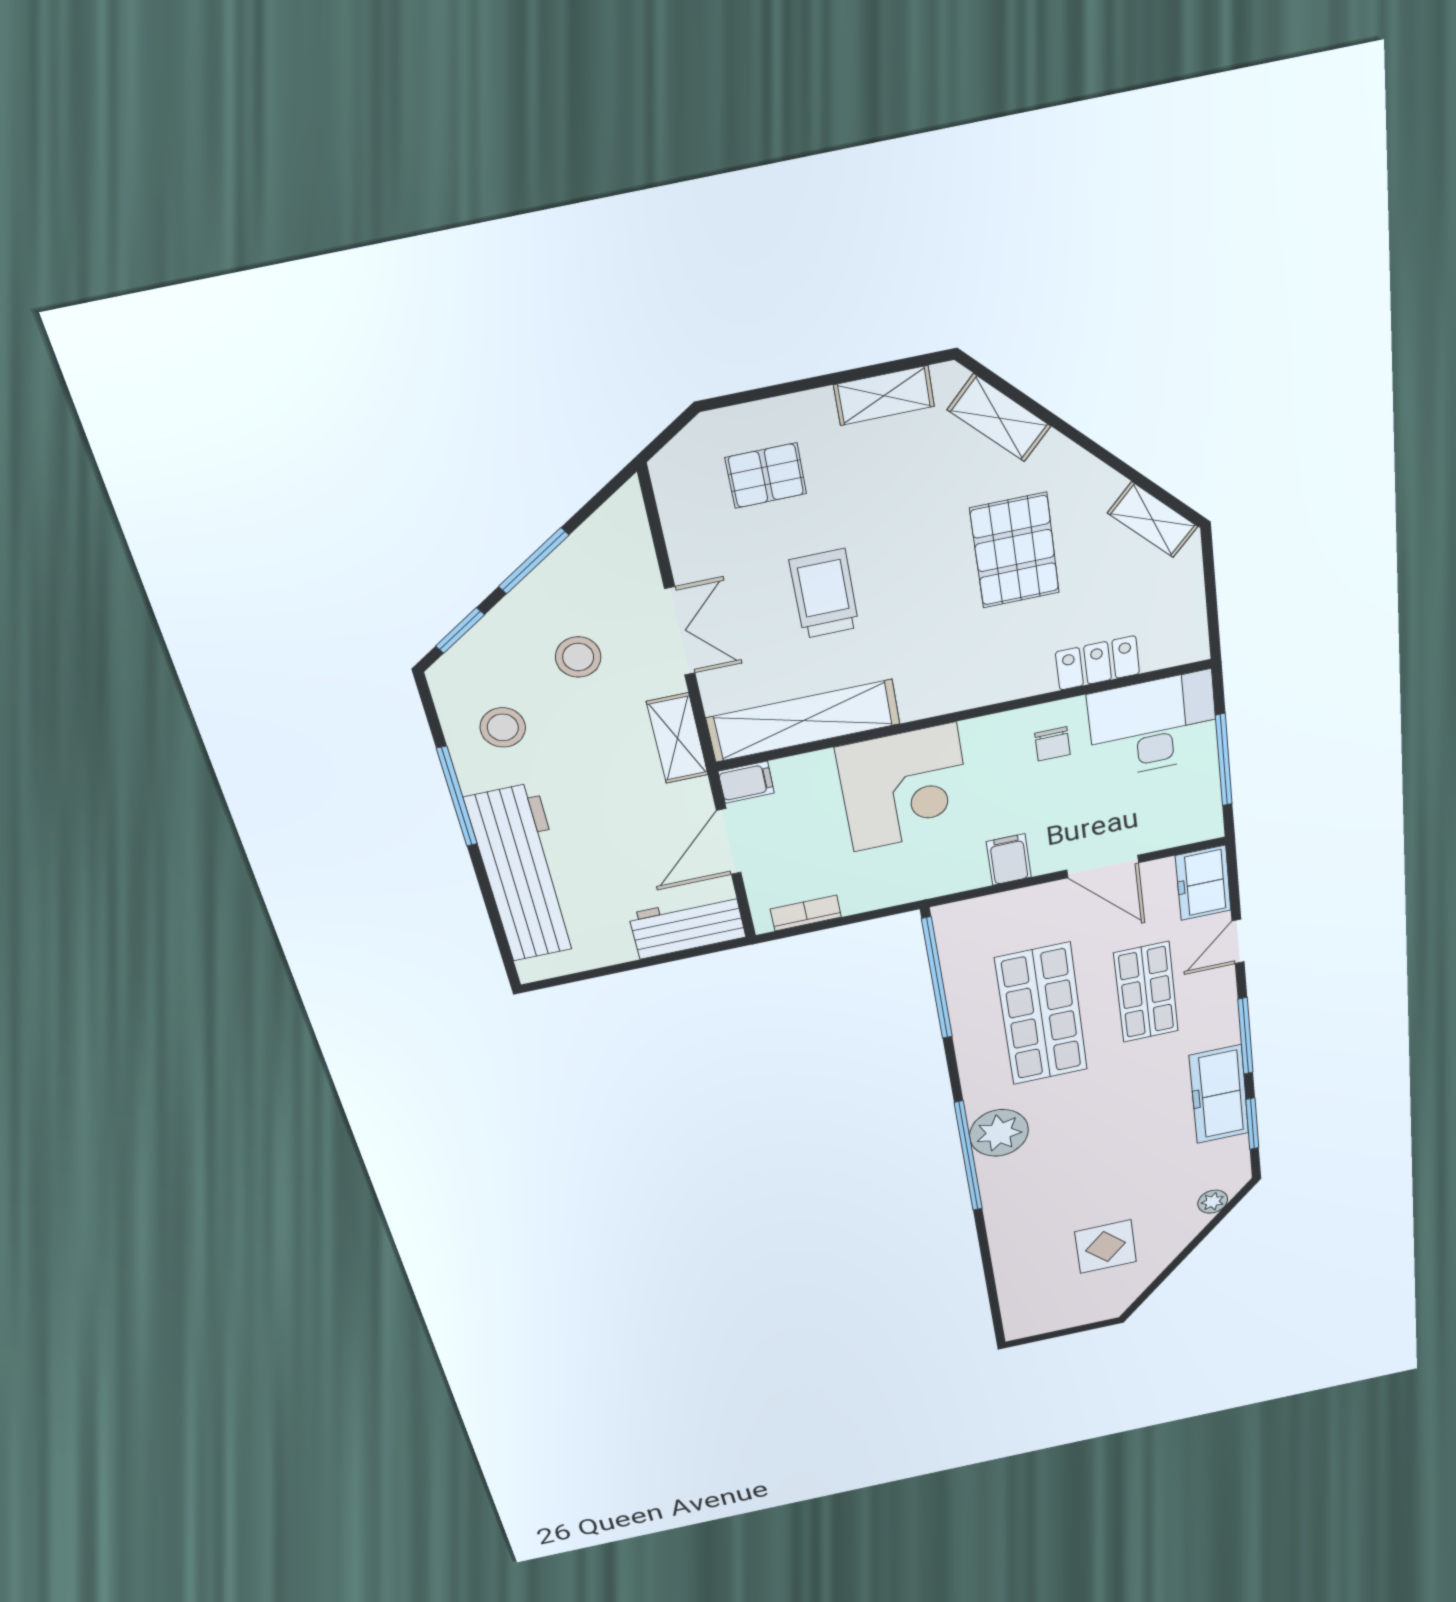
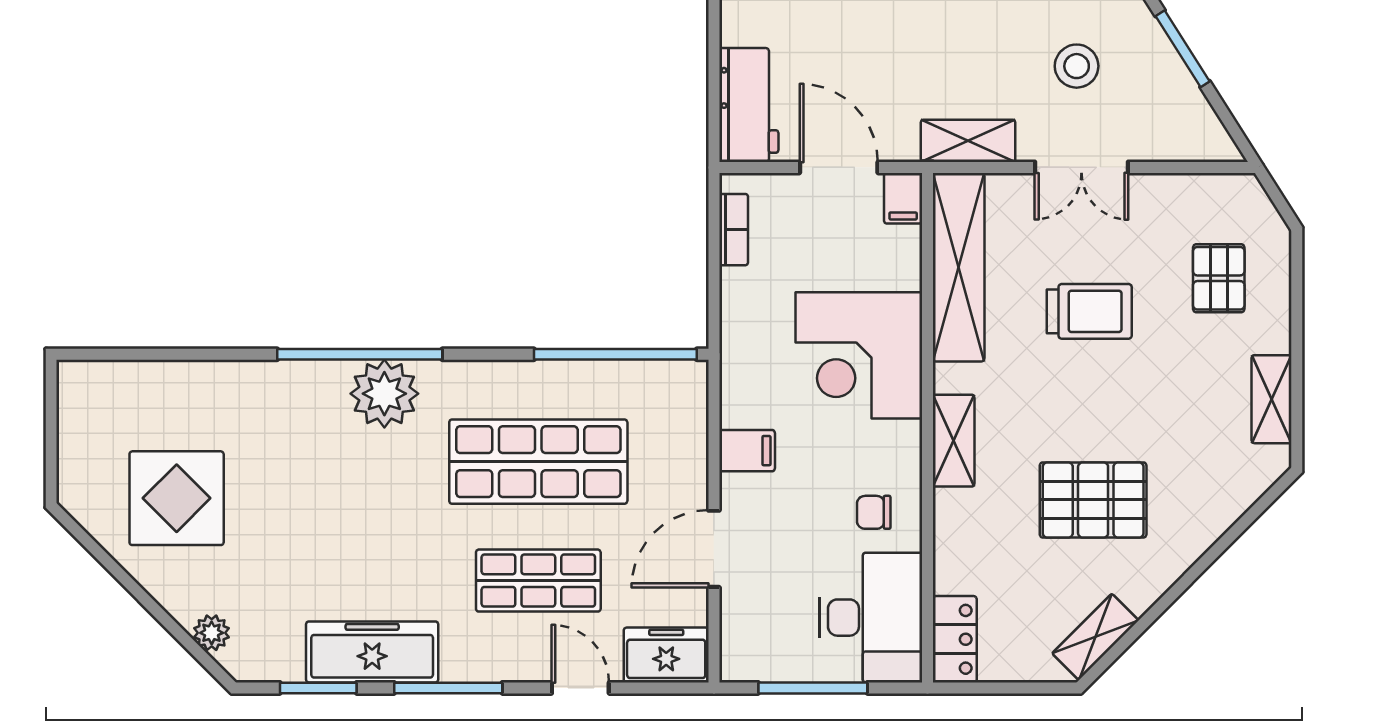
shelving: (999, 418) -> (954, 441), moved, turned -45
locker: (1098, 663) -> (955, 639), moved
display table: (1106, 1247) -> (177, 498), width x1.36, depth x1.36

